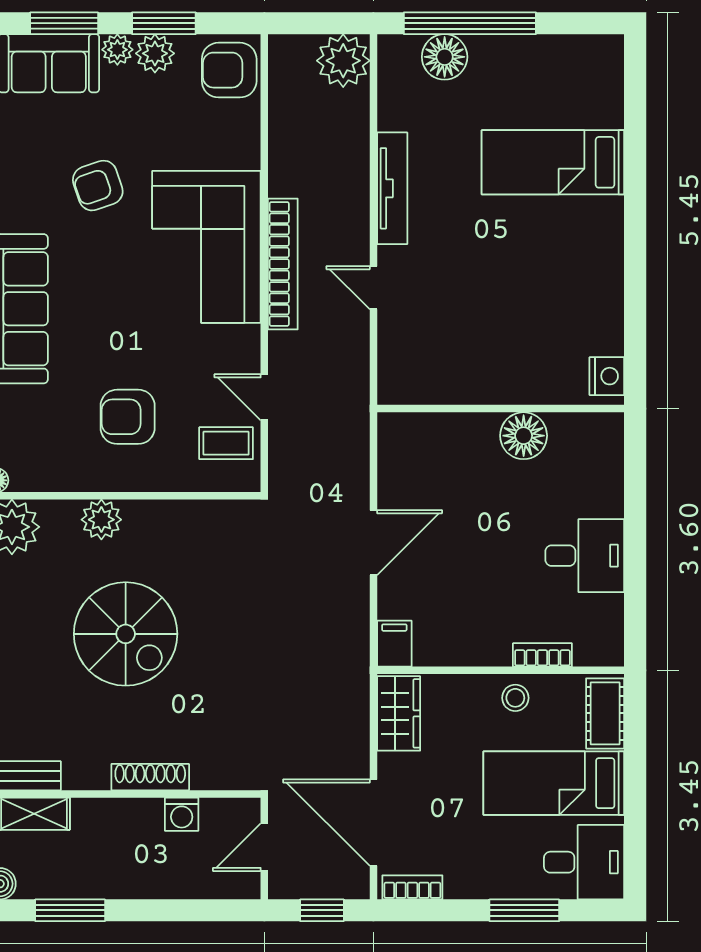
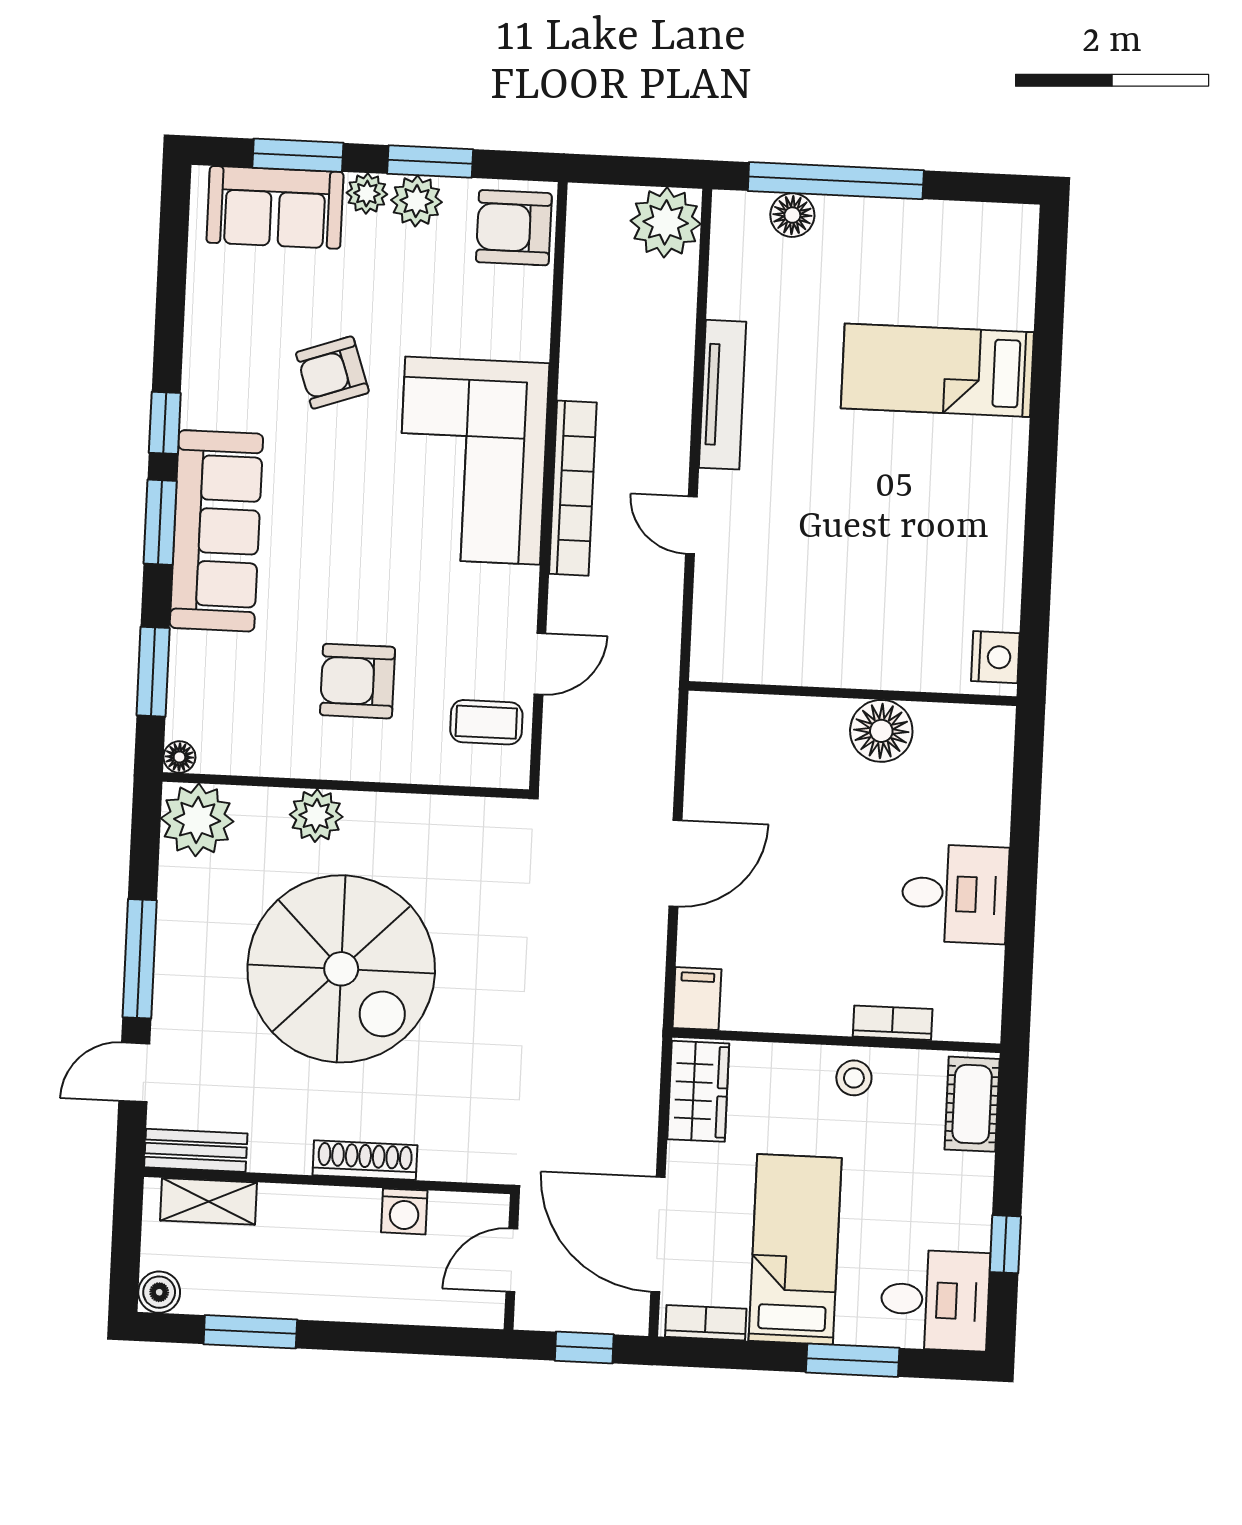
floor lamp: (445, 57) -> (792, 215), width x0.73, depth x0.73
door: (264, 397) -> (540, 664), swing flipped
spiral stairs: (126, 634) -> (341, 969), width x1.37, depth x1.37
bed: (554, 783) -> (795, 1249), moved, turned 90
window: (635, 818) -> (1005, 1244), added

